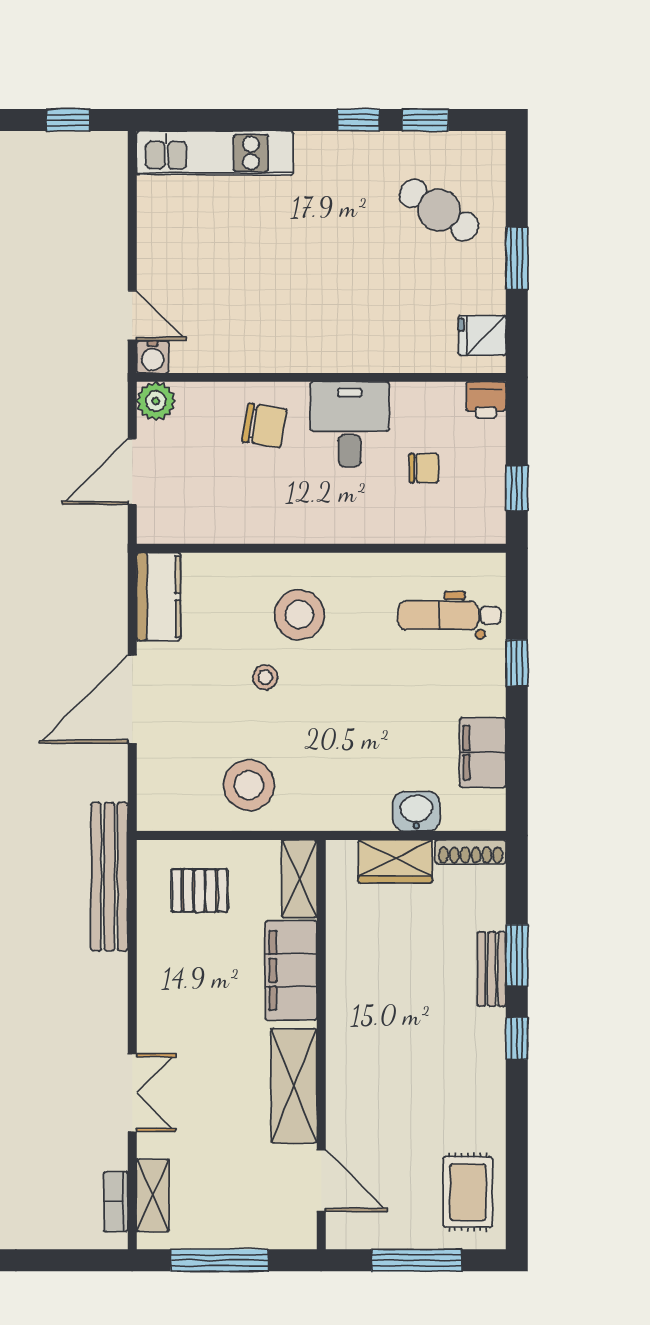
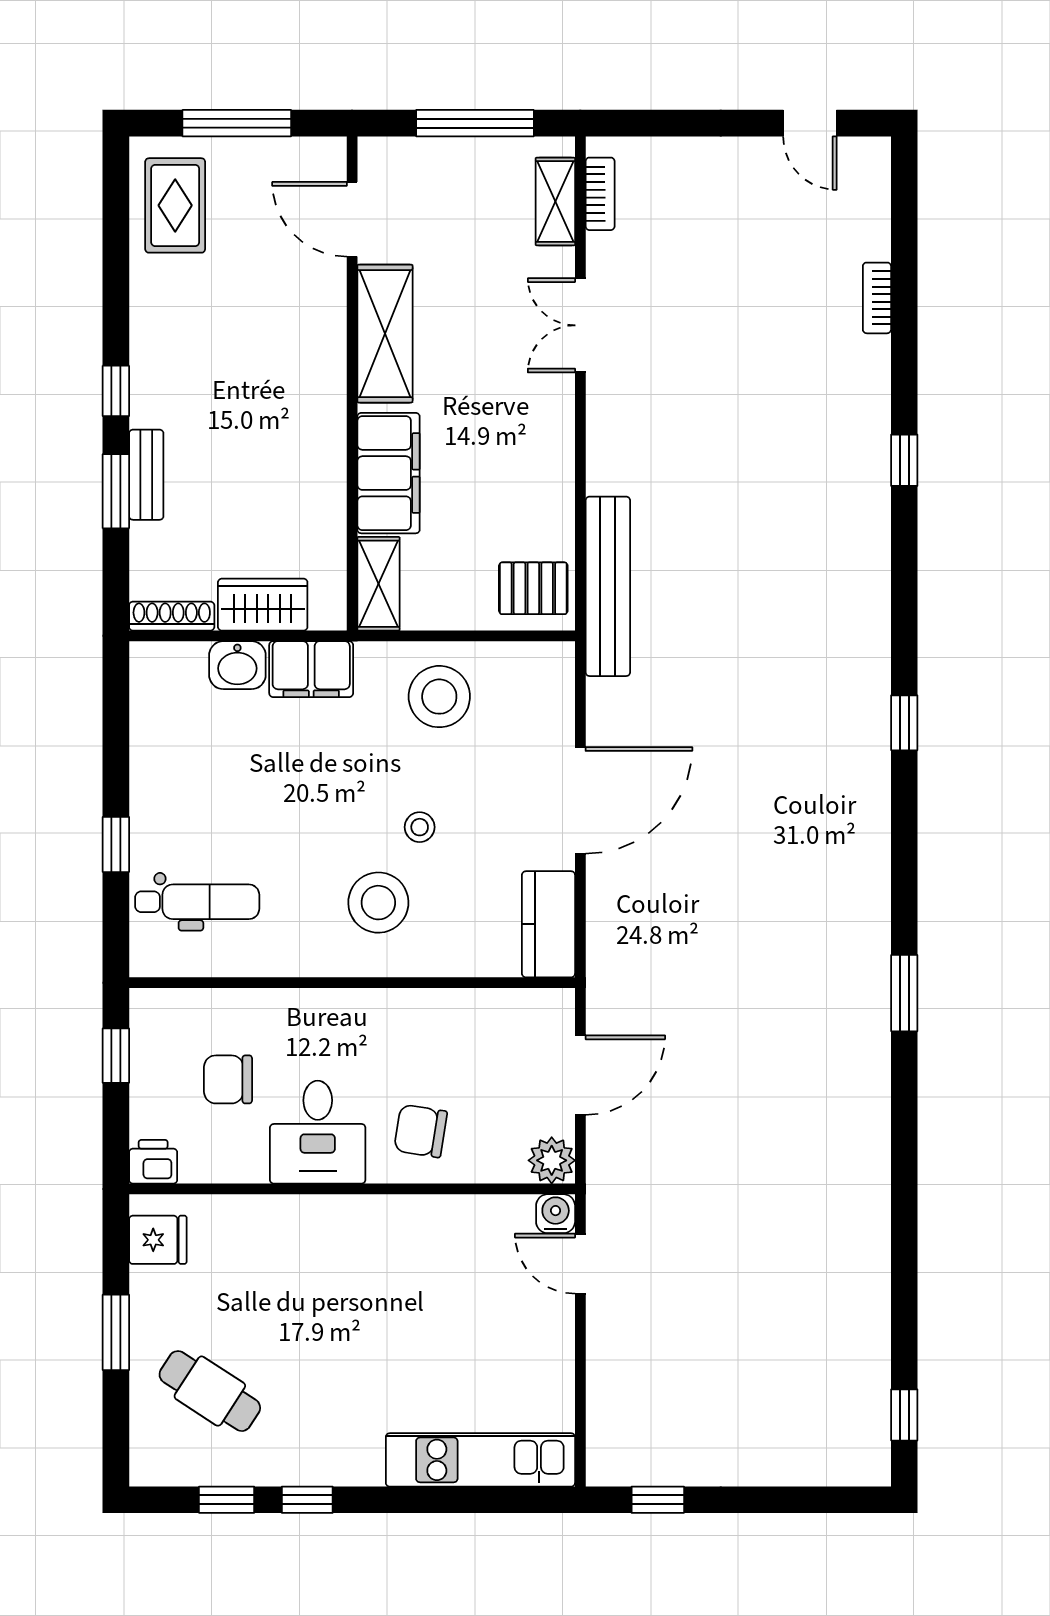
chair: (424, 468) -> (228, 1079), width x1.37, depth x1.37
filing cabinet: (483, 753) -> (311, 669), moved, turned 90
pallet: (200, 890) -> (533, 588), moved

